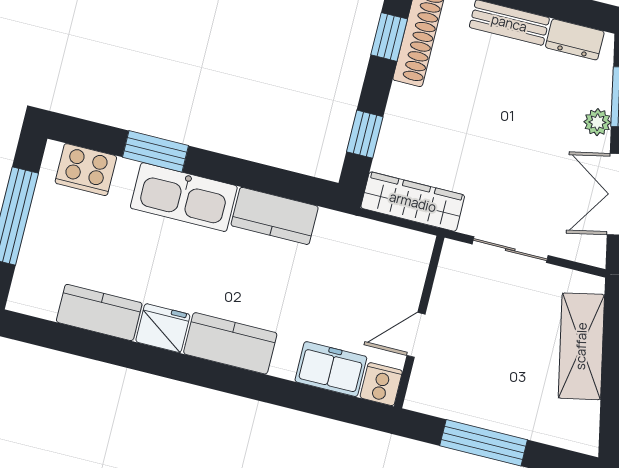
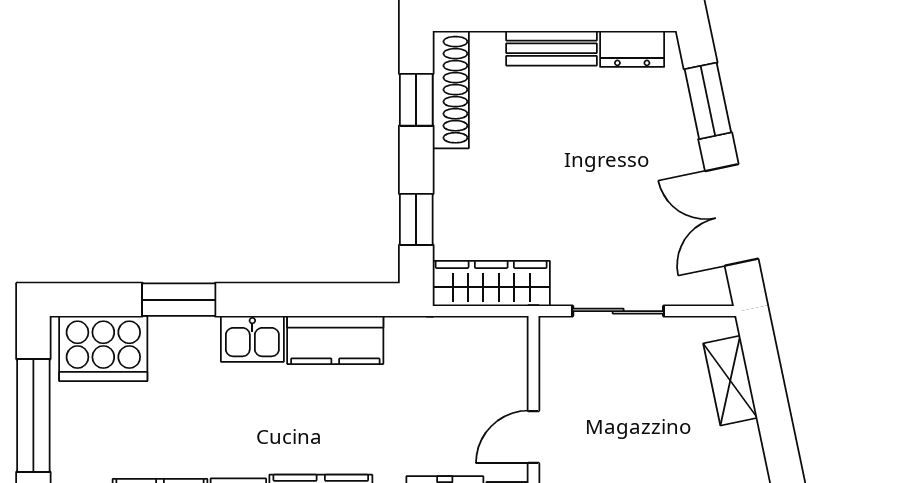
plant: (597, 122) -> (682, 138), removed
cooker: (86, 170) -> (103, 349), width x1.37, depth x1.31
kitchen sink: (184, 197) -> (252, 339), width x0.53, depth x0.81
shelving: (581, 346) -> (730, 381), width x0.67, depth x0.75

